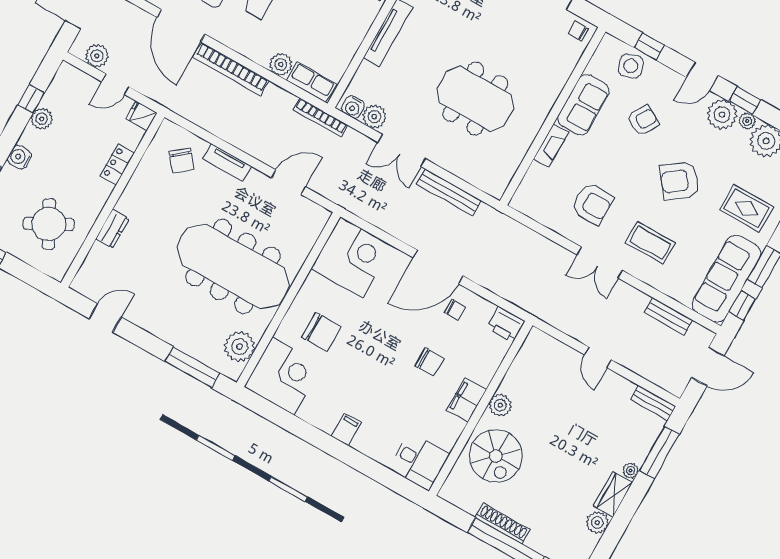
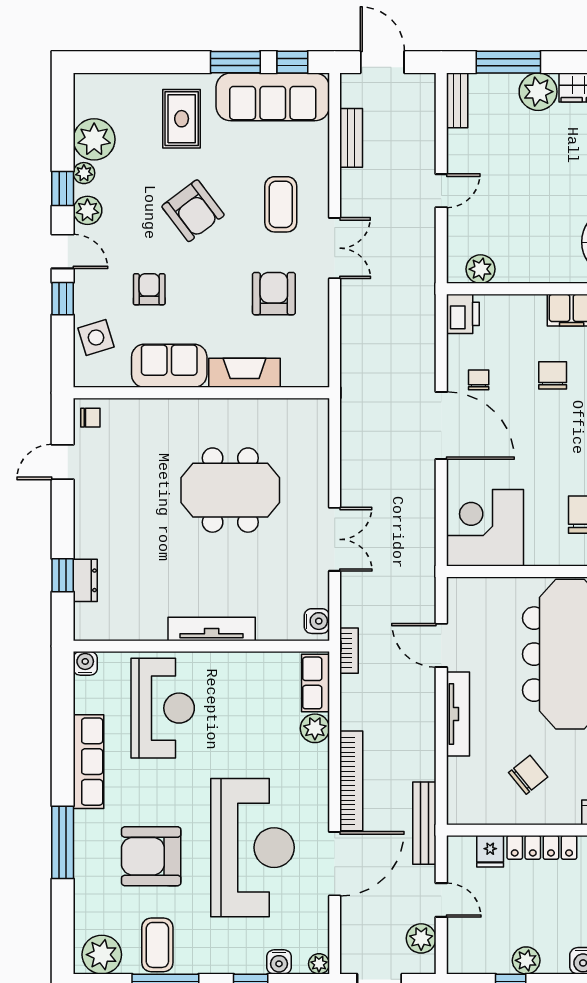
chair: (578, 31) -> (90, 418), turned -90
window: (649, 46) -> (63, 299), moved
meeting table: (475, 99) -> (230, 490), turned 90
plant: (722, 115) -> (87, 210), width x0.73, depth x0.73
fridge: (141, 116) -> (490, 851), moved
plant: (374, 117) -> (314, 591), removed
bookcase: (320, 118) -> (349, 651), width x0.64
armchair: (643, 121) -> (149, 289), turned 61
fireplace: (551, 145) -> (245, 373), width x1.37, depth x1.32
chair: (182, 160) -> (528, 775), moved
tv unit: (227, 163) -> (458, 714), width x1.41
locker: (117, 164) -> (542, 847), width x1.53
bench: (449, 192) -> (424, 823), moved
plant: (500, 405) -> (480, 269), moved
plant: (630, 471) -> (538, 92), width x1.88, depth x1.88

